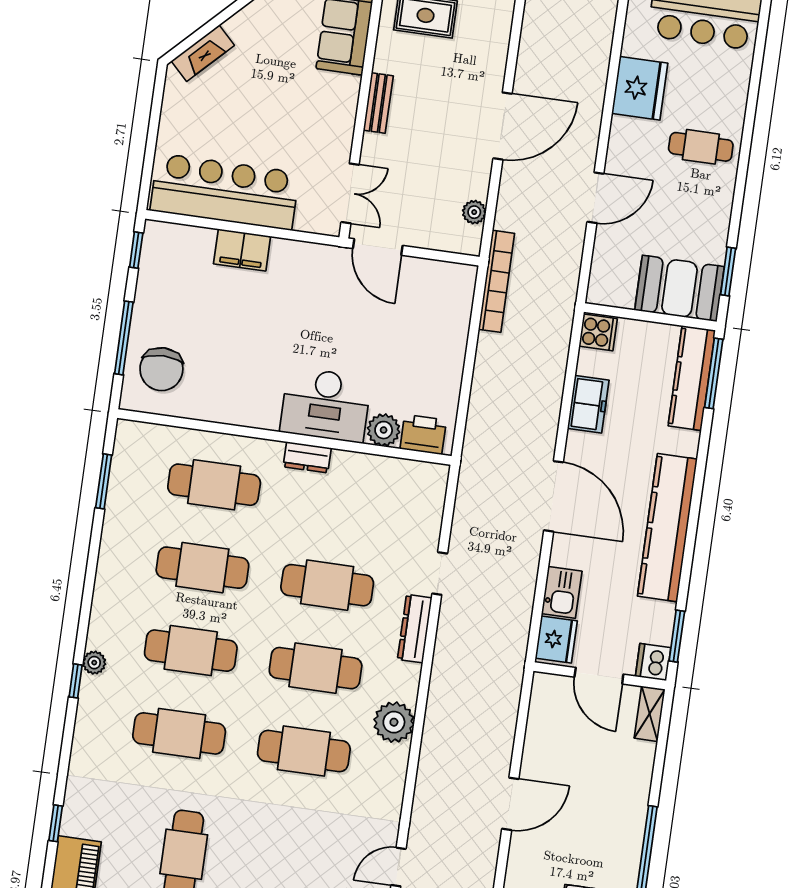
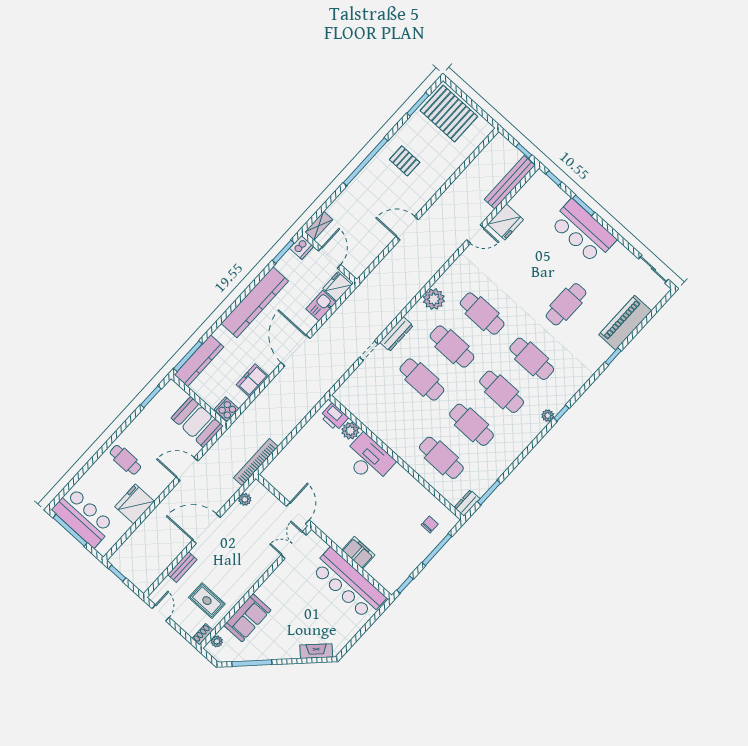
bench: (378, 103) -> (182, 567), moved
booth: (680, 288) -> (197, 422), moved
chair: (161, 369) -> (430, 524), width x0.54, depth x0.54
dresser: (307, 457) -> (467, 503), moved, turned -90

